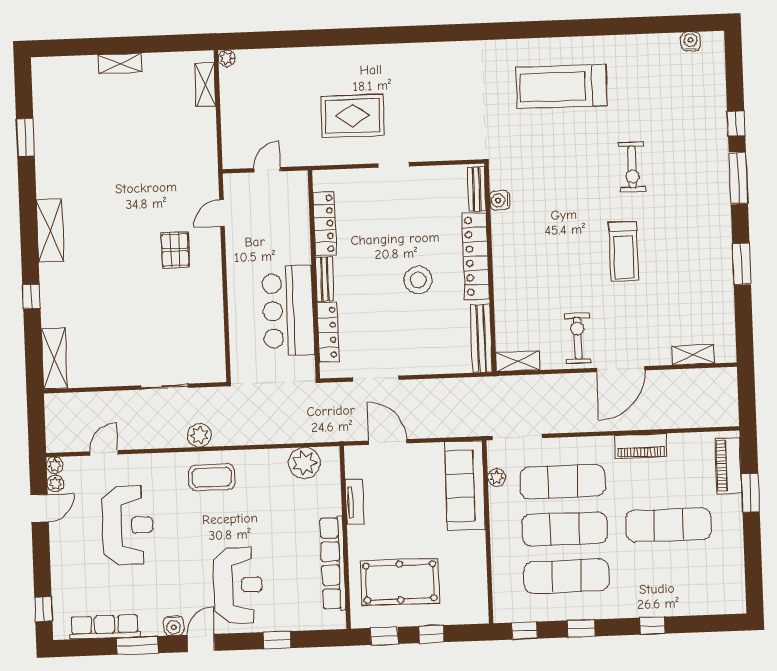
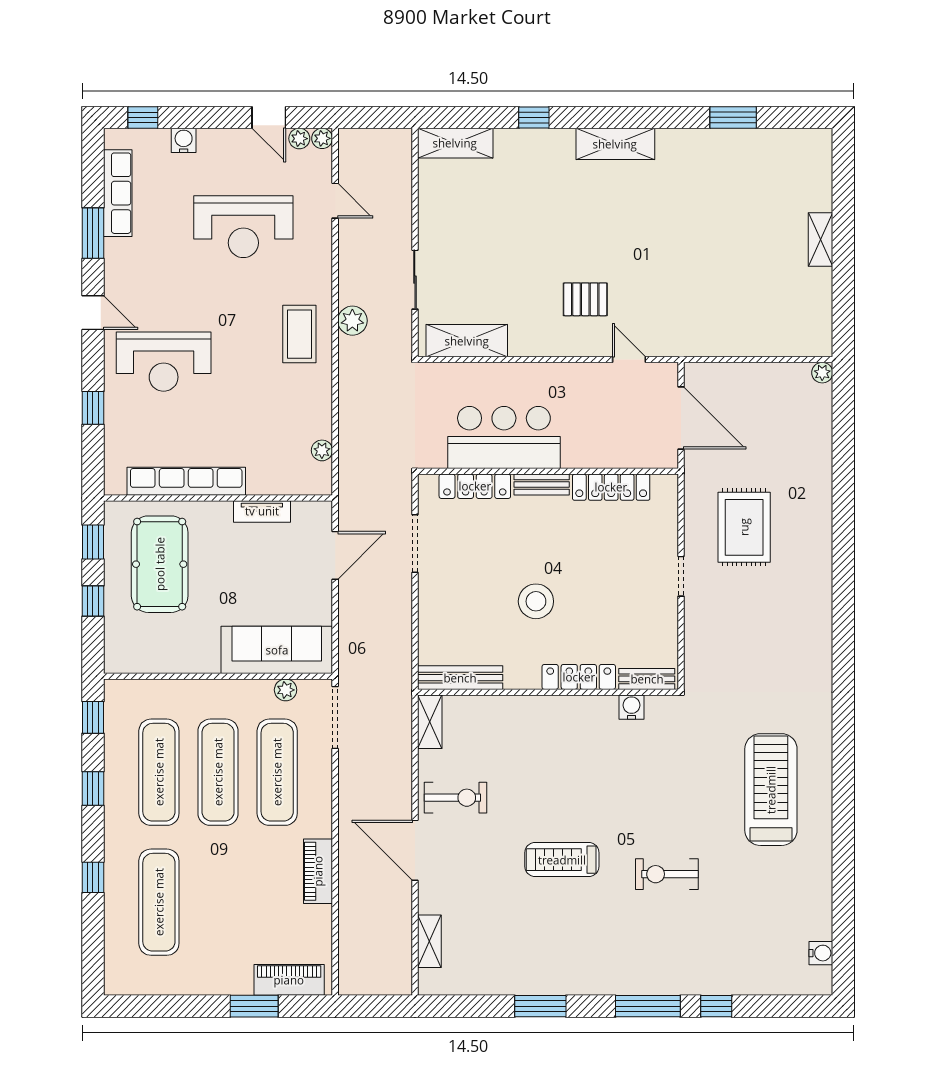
shelving: (205, 85) -> (467, 341), moved, width x1.50, depth x1.33
door: (267, 170) -> (681, 418), width x1.88
locker: (476, 256) -> (579, 677), width x0.71, depth x0.83
plant: (304, 463) -> (322, 450), width x0.53, depth x0.53
exercise mat: (668, 525) -> (159, 902), moved
water cooler: (174, 626) -> (184, 140), moved, turned 90

